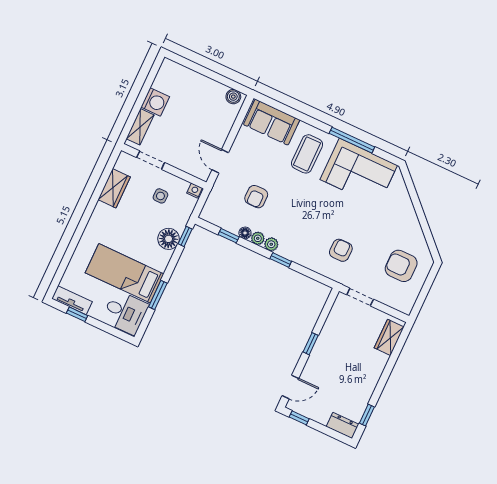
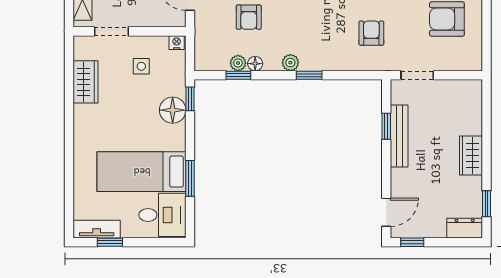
plant: (258, 238) -> (238, 63), moved
bench: (326, 335) -> (399, 136), added
wardrobe: (389, 337) -> (471, 156), moved
window: (311, 344) -> (386, 126), moved

